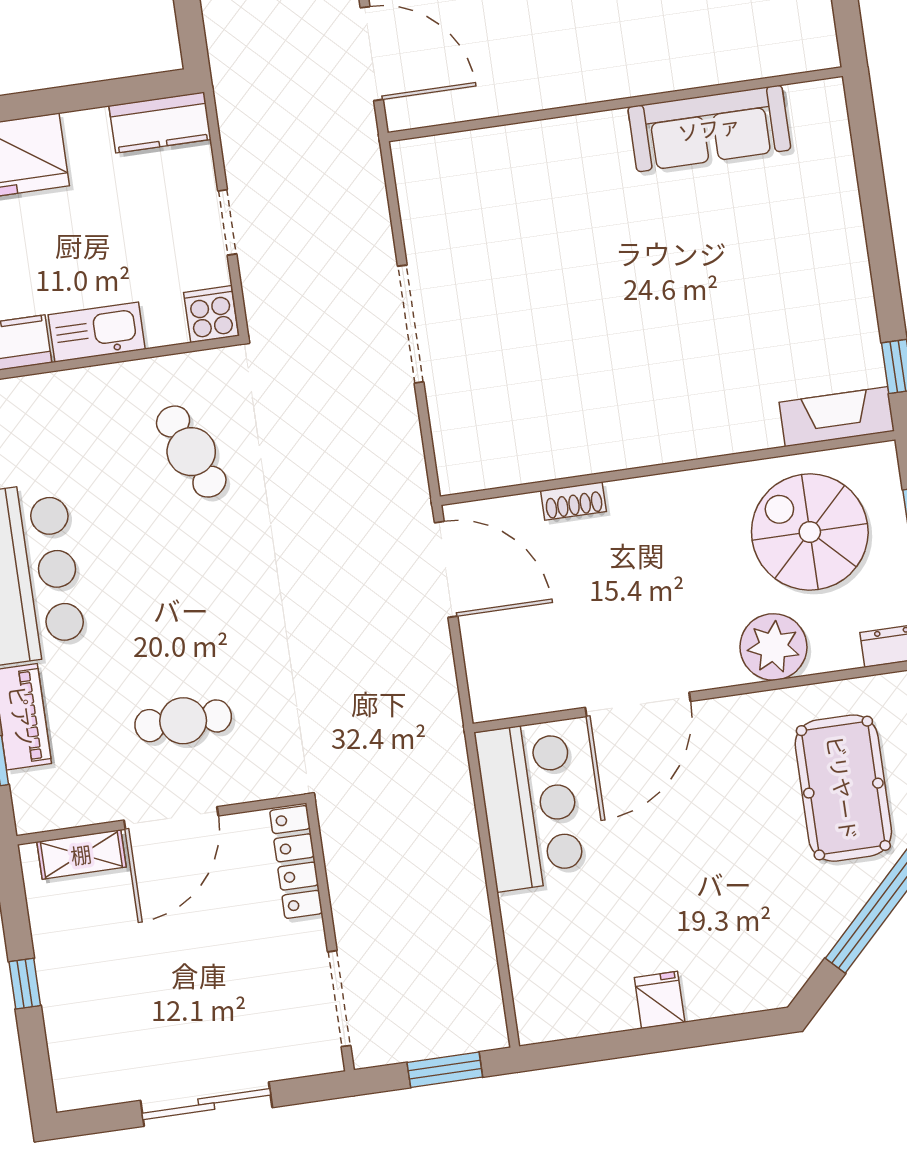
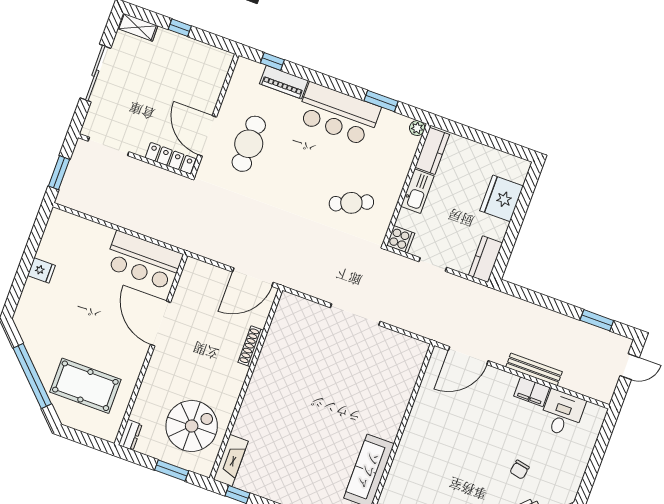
shoe rack: (573, 501) -> (251, 346), width x1.43
plant: (773, 647) -> (155, 388), removed
cafe table: (183, 721) -> (249, 144), width x1.37, depth x1.35
door: (171, 818) -> (207, 136), moved
shelving: (81, 854) -> (138, 27), moved, turned 90

